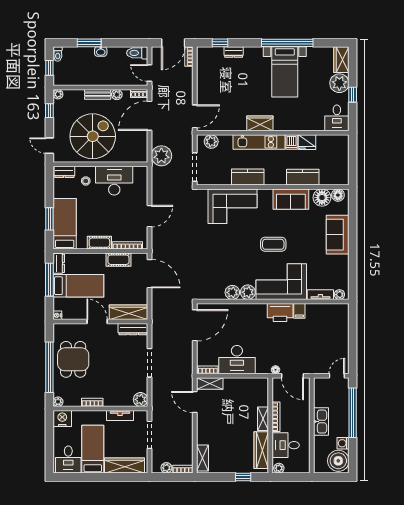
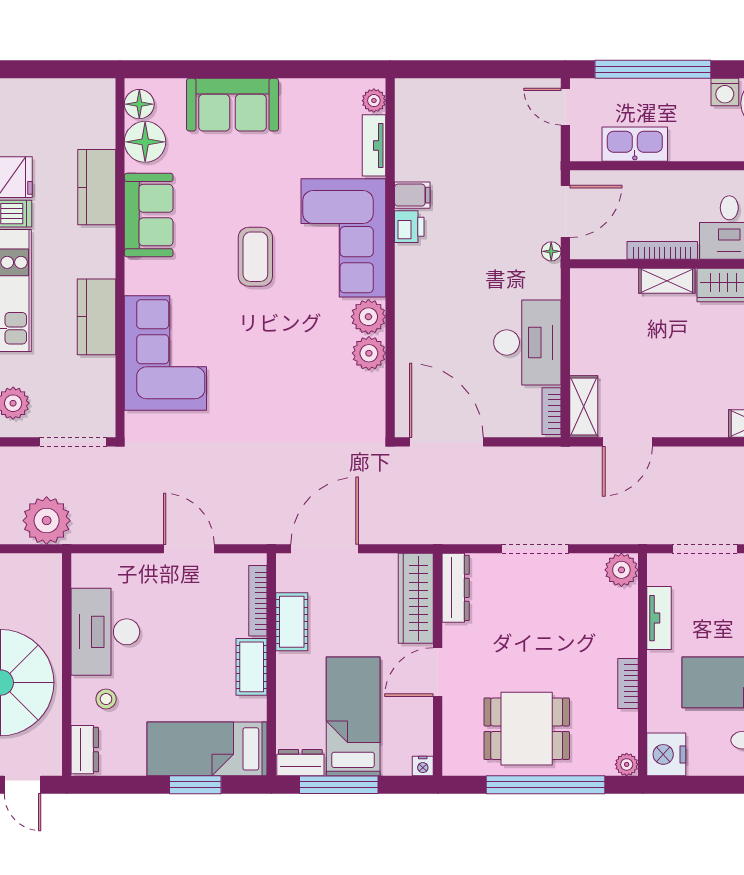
door: (49, 146) -> (23, 785), hinge flipped
printer: (280, 312) -> (409, 227), width x0.53, depth x0.68
kitchen sink: (321, 422) -> (635, 144), moved

